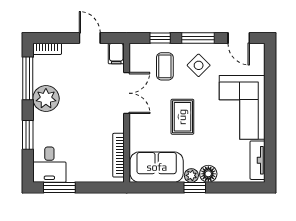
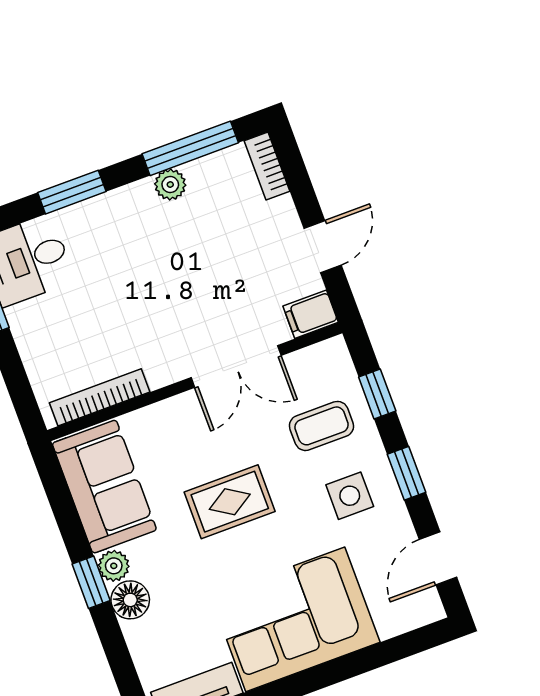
window: (198, 38) -> (407, 473), width x0.67
side table: (199, 65) -> (350, 496), turned 45
plant: (46, 99) -> (170, 185), width x0.53, depth x0.53

